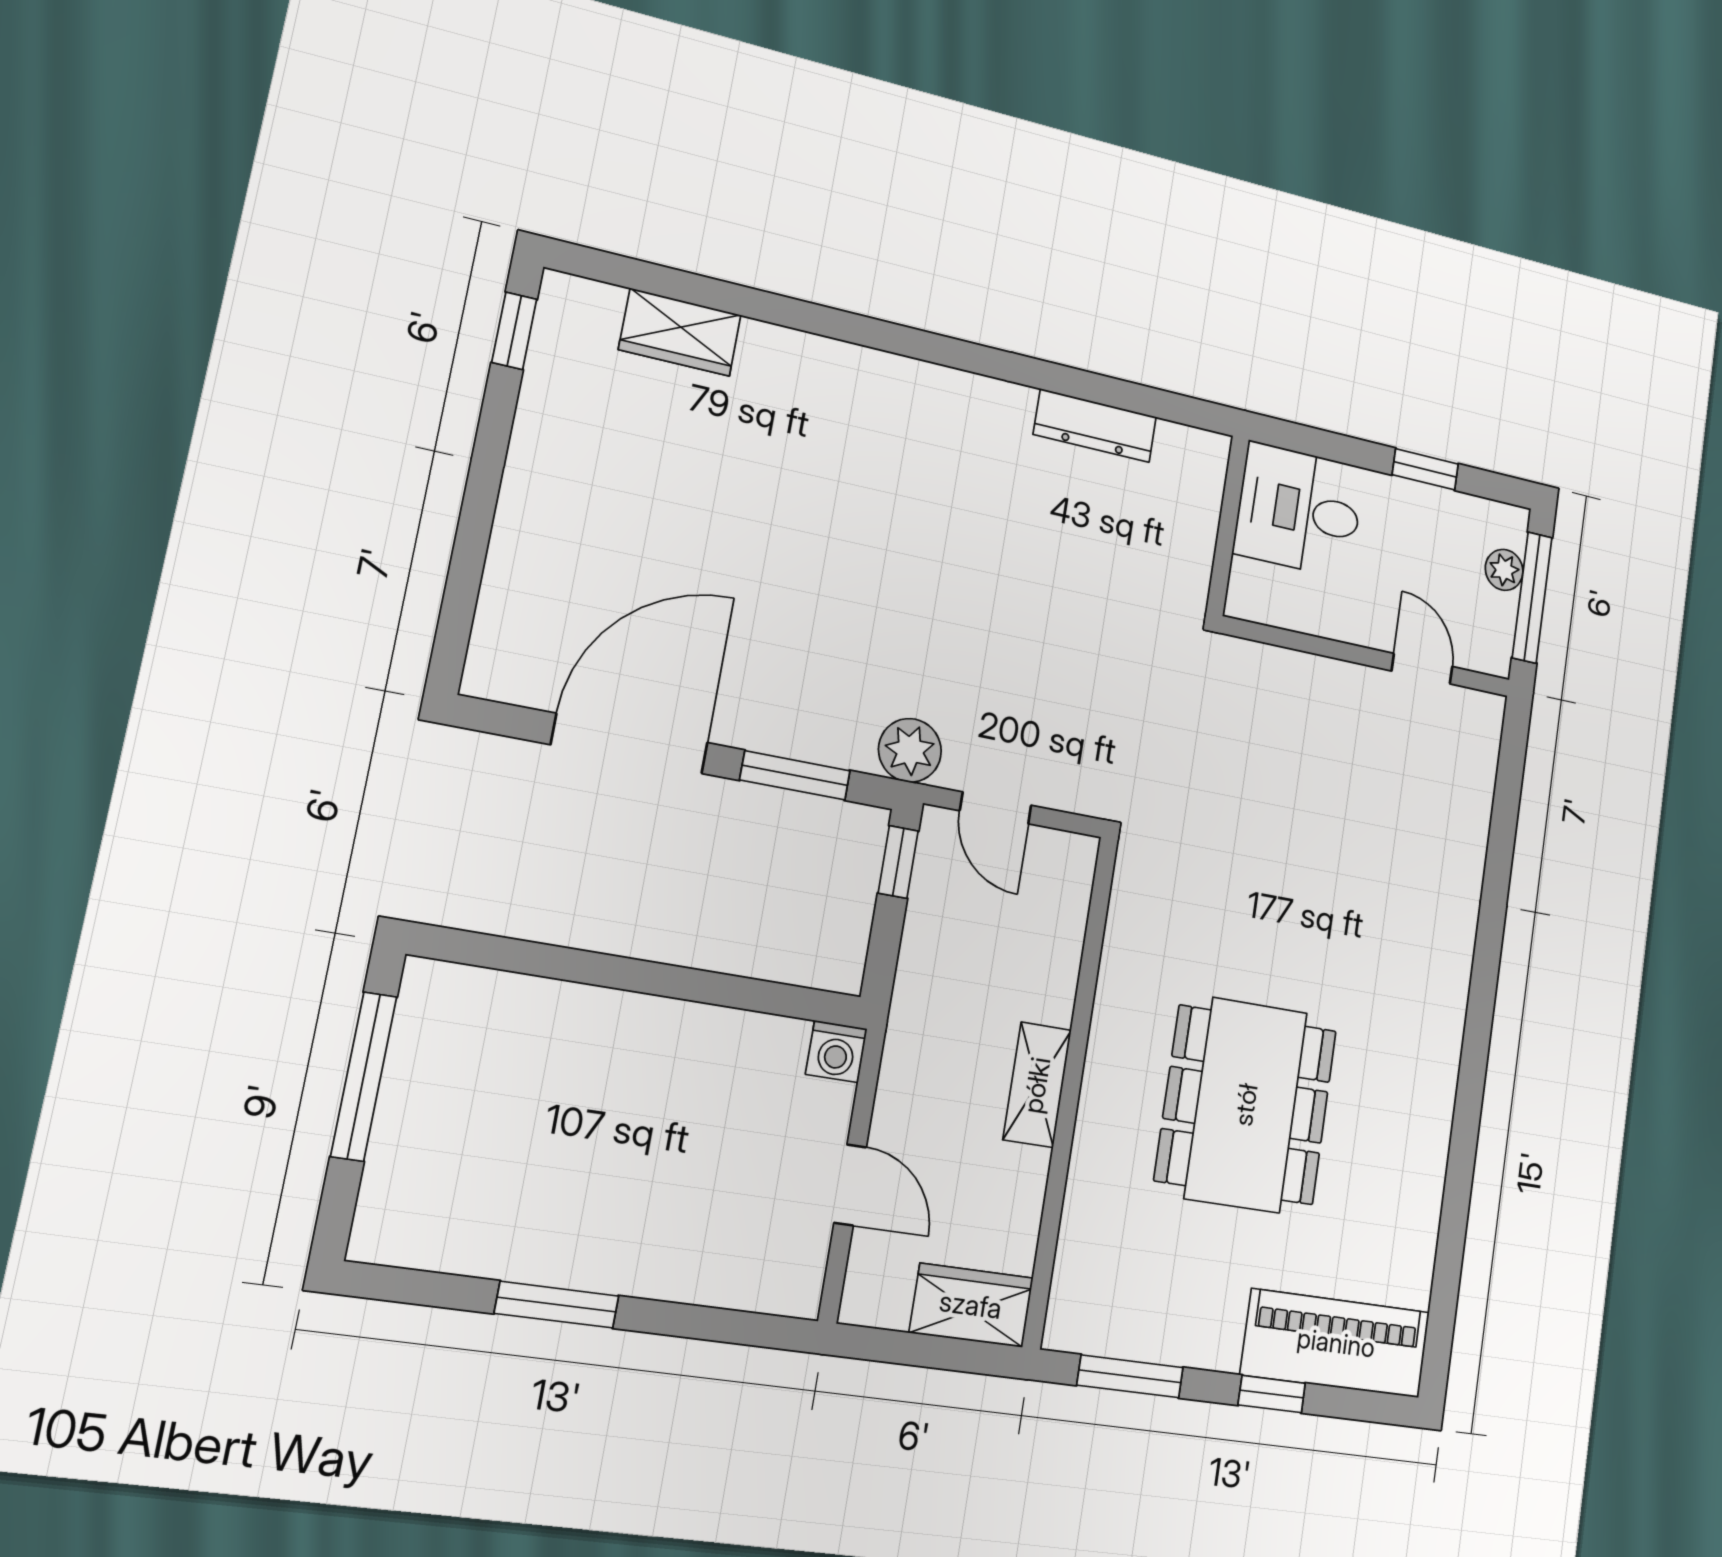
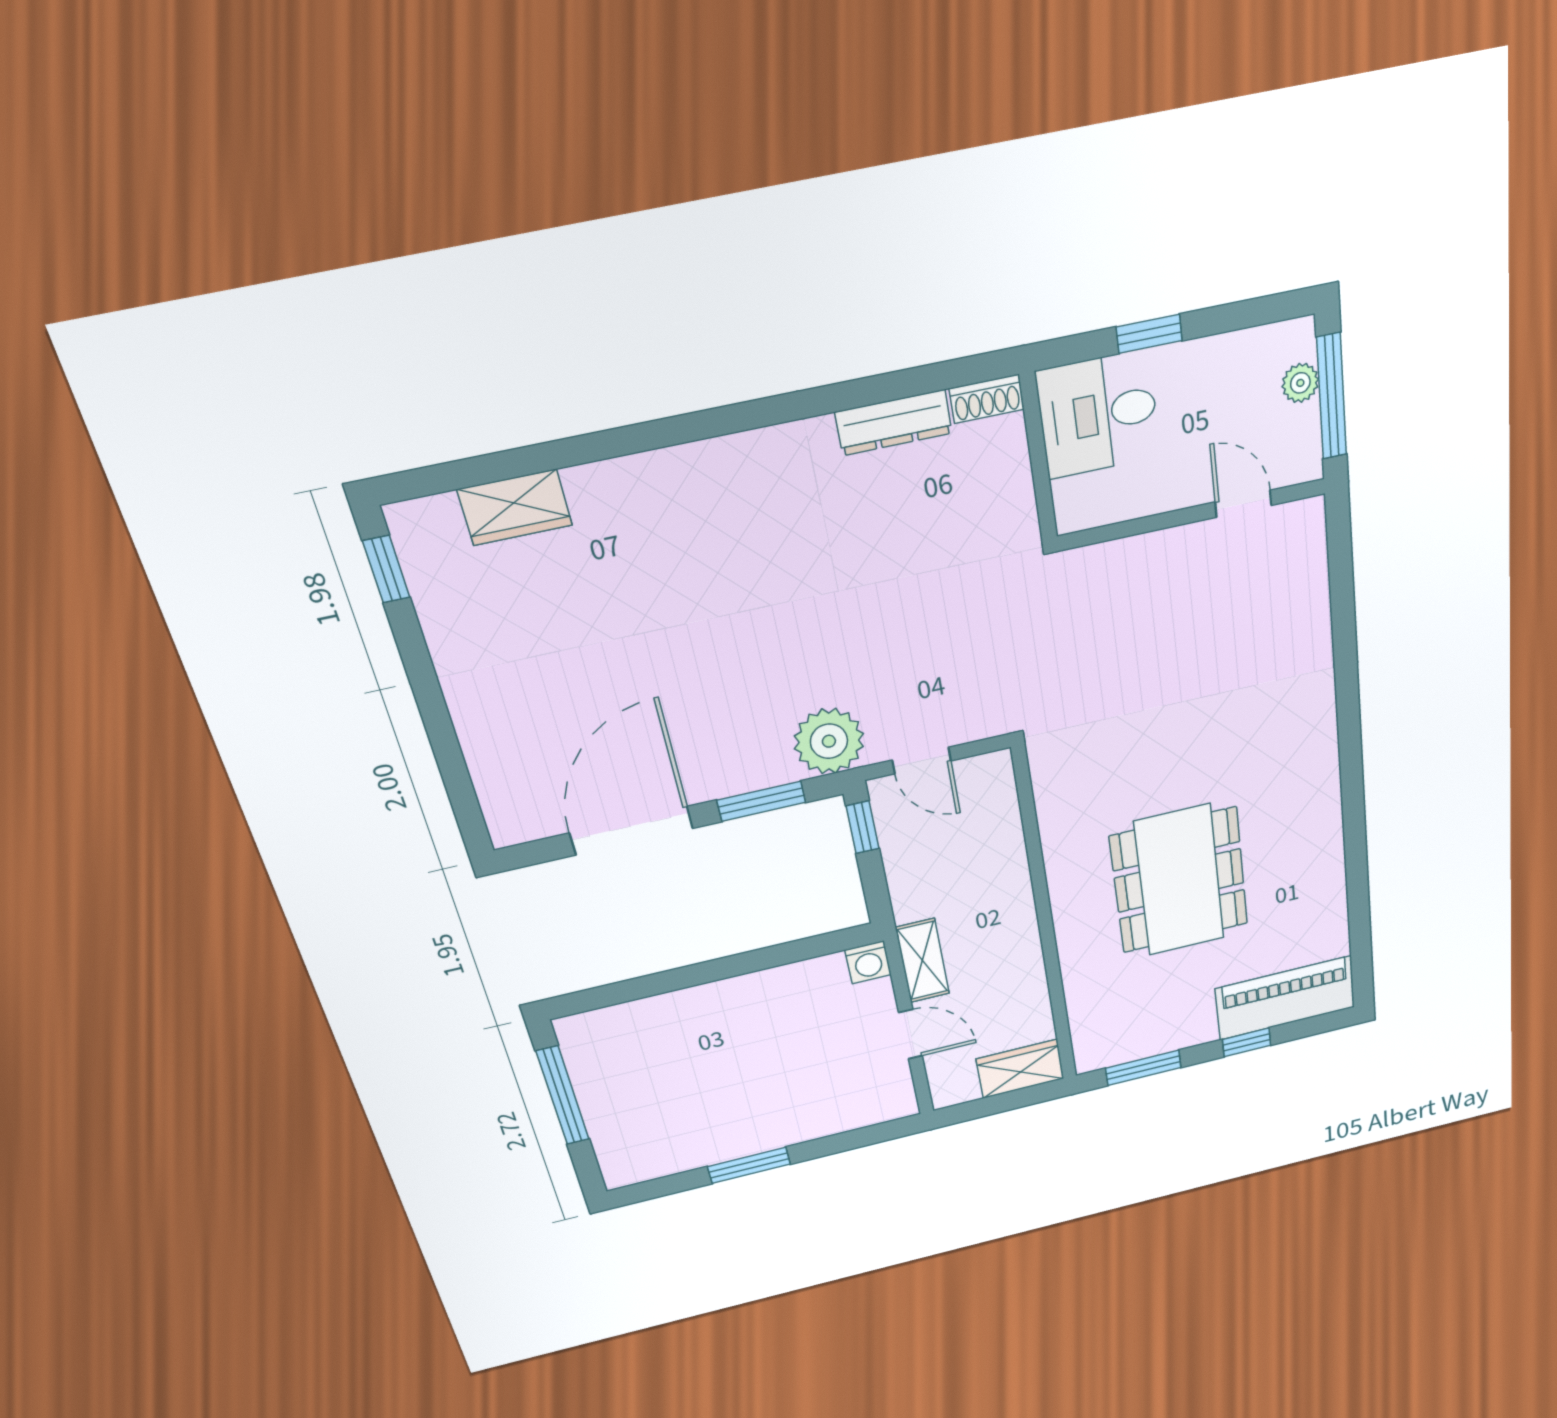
shoe rack: (1194, 445) -> (987, 399), added
window: (1425, 469) -> (1149, 334), moved
plant: (910, 750) -> (829, 741), width x1.36, depth x1.36
shelving: (1037, 1085) -> (922, 961), moved

